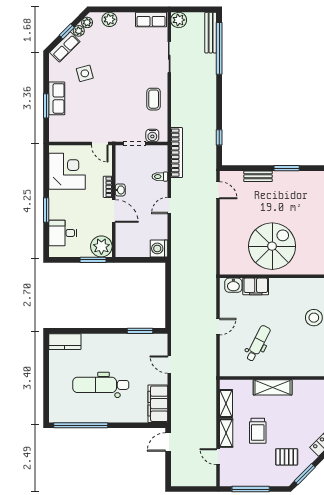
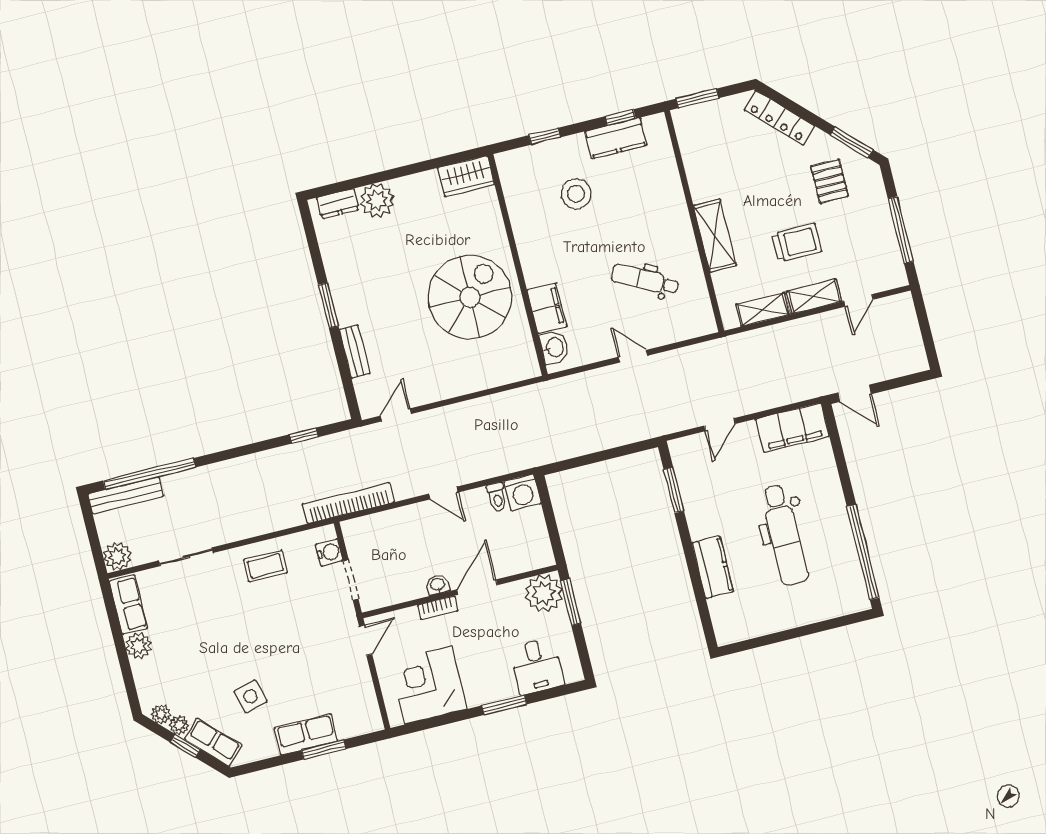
plant: (109, 19) -> (139, 646), moved
toilet: (160, 177) -> (497, 497), moved
spiral stairs: (272, 246) -> (470, 297), turned 90
kitchen counter: (65, 342) -> (713, 567), moved

